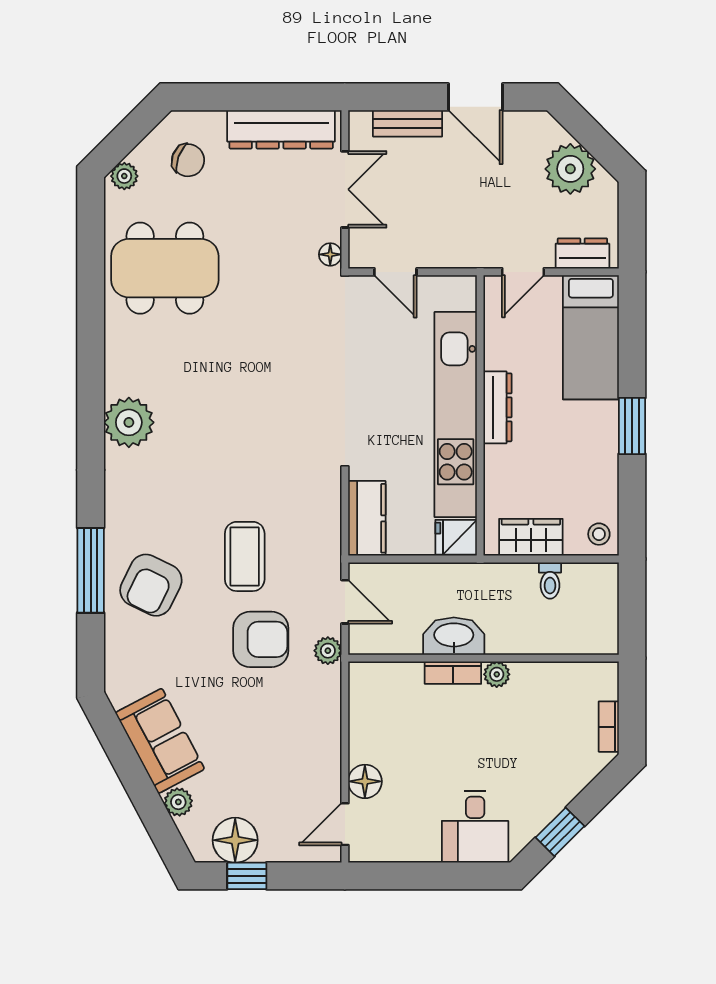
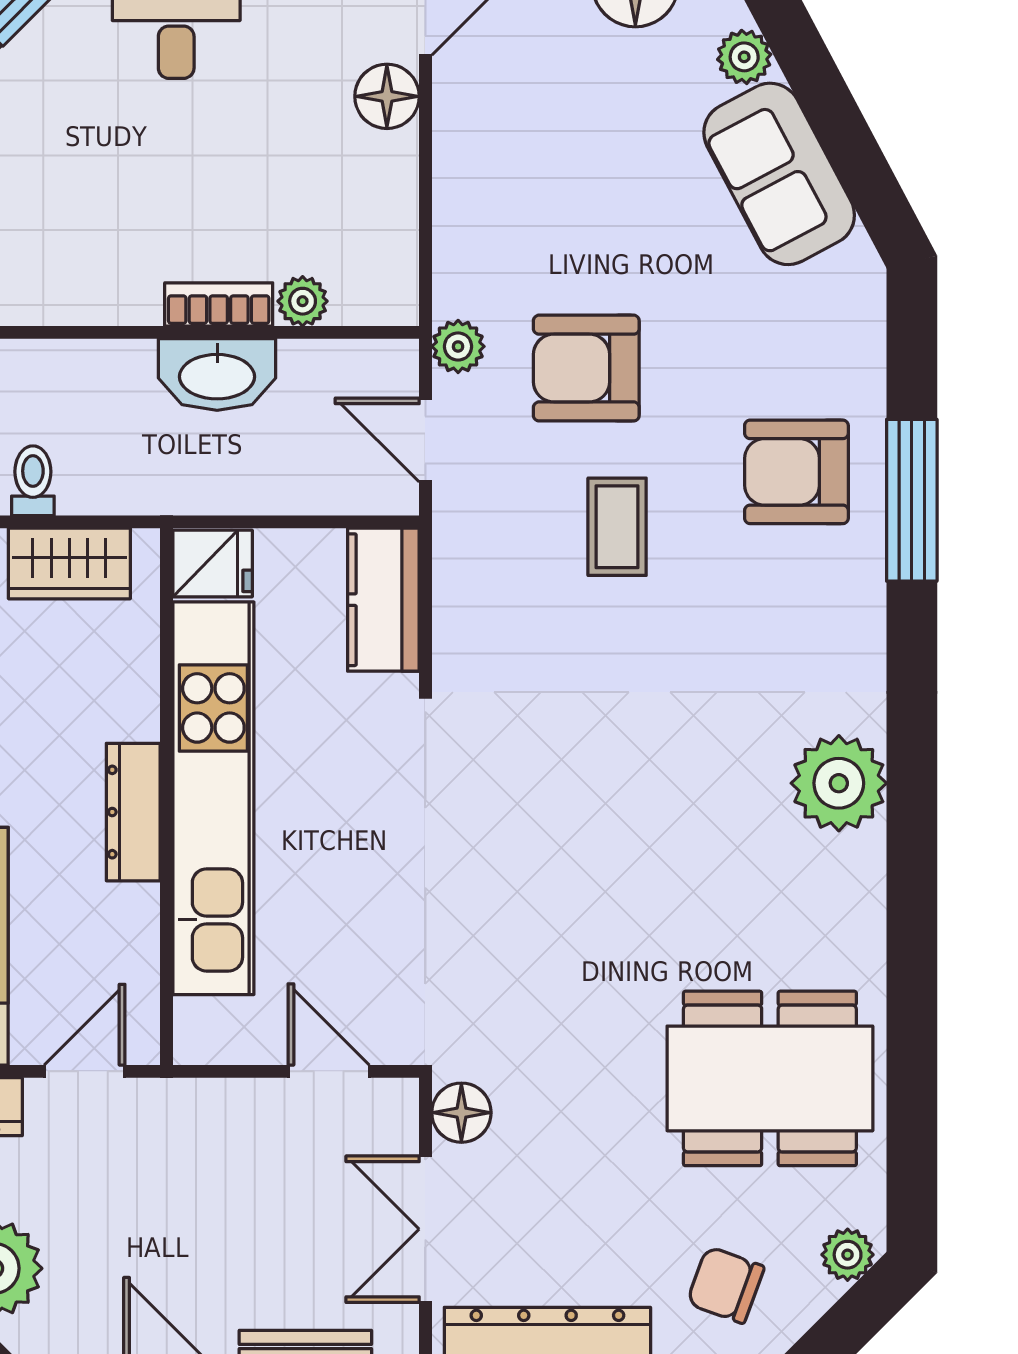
floor lamp: (330, 254) -> (461, 1113), width x1.37, depth x1.37
coffee table: (245, 556) -> (617, 527), width x0.73, depth x0.77
armchair: (151, 585) -> (796, 472), turned -116
plant: (497, 674) -> (303, 301), moved

